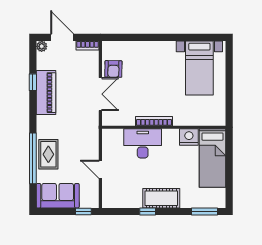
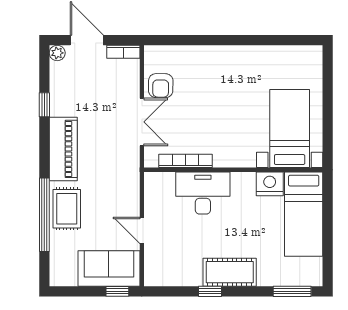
bed with nightstands: (199, 68) -> (290, 129), moved, turned 180
piano: (46, 93) -> (63, 149), moved
bookcase: (154, 121) -> (186, 161), moved
sofa: (58, 196) -> (109, 268), moved

